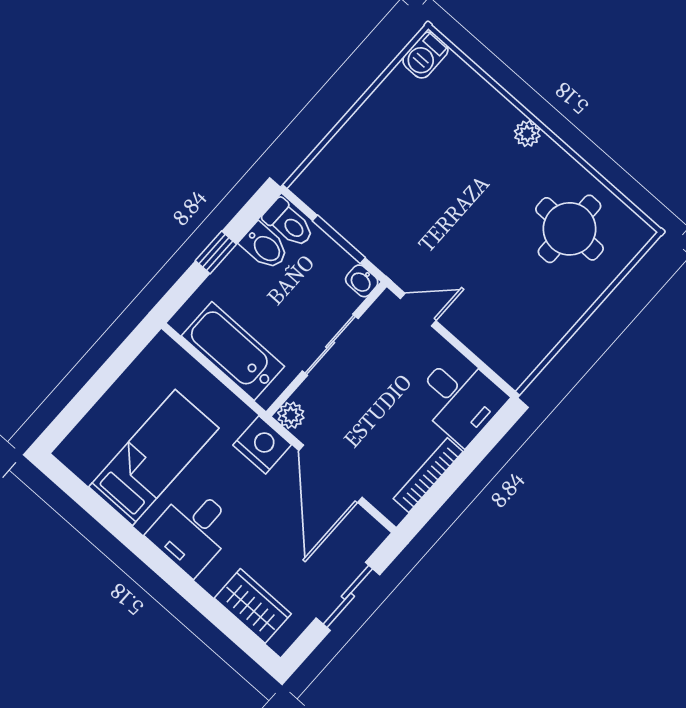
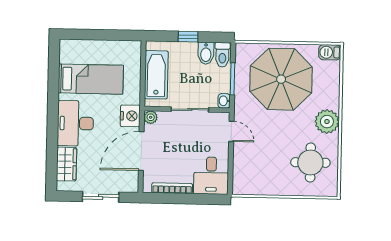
plant: (527, 134) -> (327, 122), width x1.88, depth x1.88
parasol: (403, 165) -> (281, 79), added
desk: (192, 531) -> (75, 123), width x1.37

